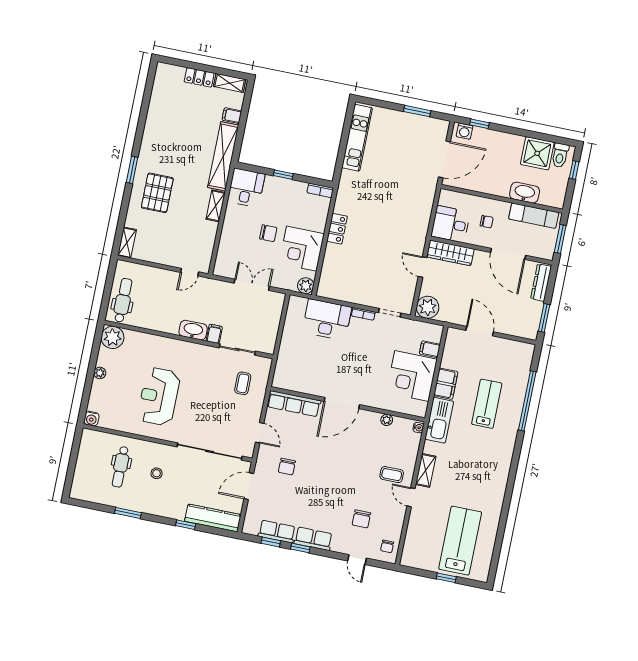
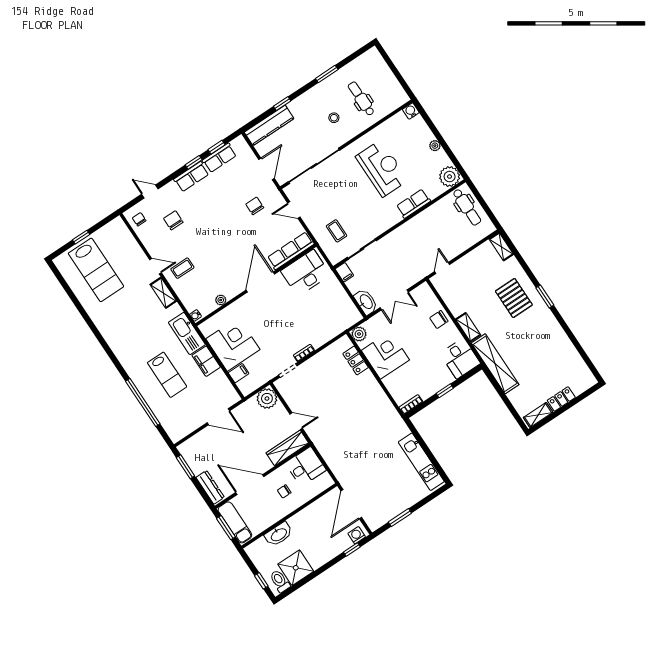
filing cabinet: (232, 116) -> (516, 395), removed
exam couch: (534, 216) -> (235, 522), moved, turned 90
locker: (337, 229) -> (356, 361), moved
chair: (268, 233) -> (439, 320), moved
desk: (327, 320) -> (306, 273), moved, turned 180
washbasin: (193, 330) -> (366, 302), moved, turned -90
filing cabinet: (214, 334) -> (344, 272), moved
row of seats: (162, 345) -> (413, 204), added

